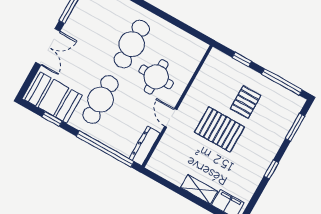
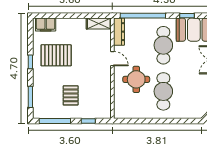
pallet: (219, 129) -> (56, 55), moved
shelving: (199, 189) -> (99, 24), moved

